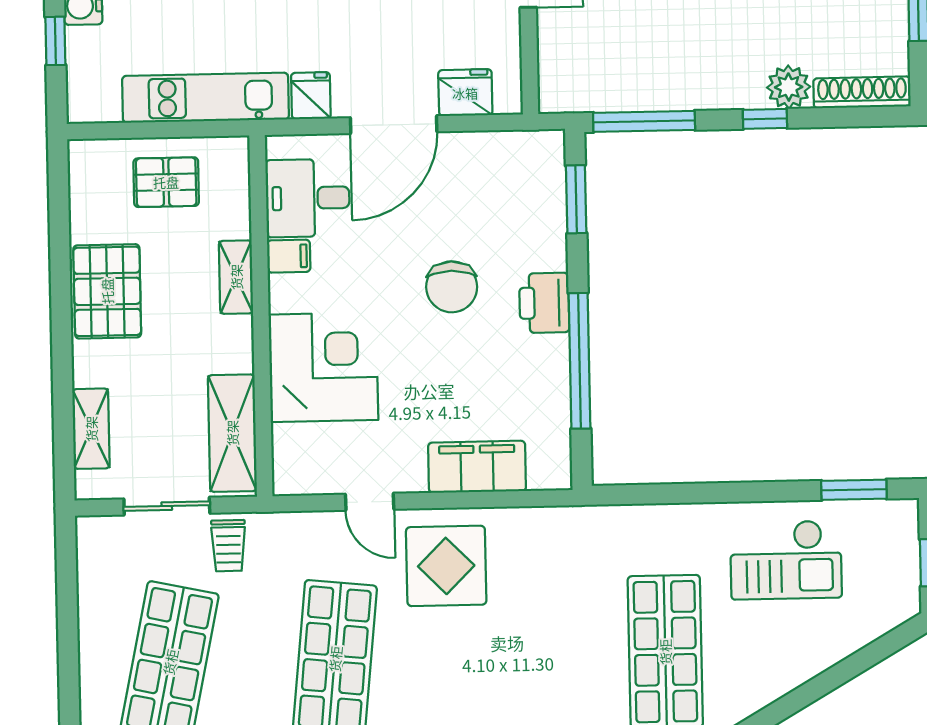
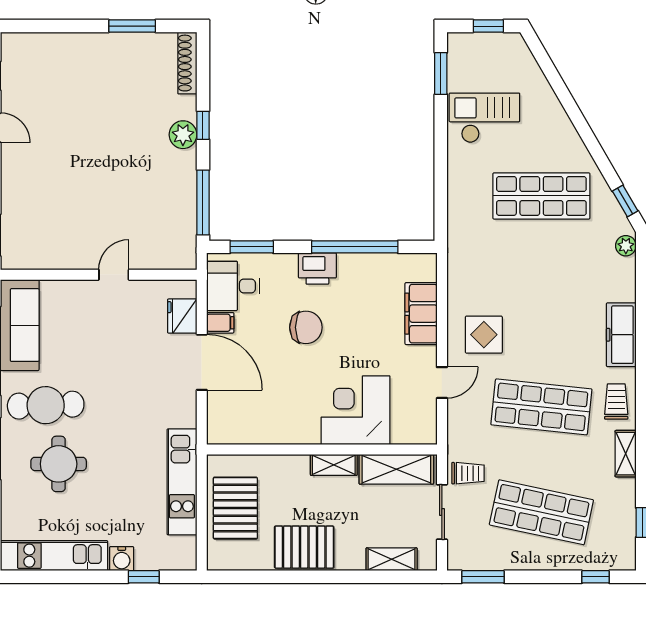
plant: (789, 87) -> (183, 135), moved
fridge: (311, 96) -> (182, 415), removed
pallet: (166, 182) -> (235, 508), width x1.50, depth x1.42
desk: (308, 198) -> (233, 286), moved, turned 90
filing cabinet: (289, 256) -> (220, 323), moved, turned 90
shelving: (236, 277) -> (334, 465), moved
checkout: (786, 560) -> (484, 118), turned -90
display table: (446, 566) -> (484, 335), width x0.73, depth x0.73
window: (67, 573) -> (483, 577), added

